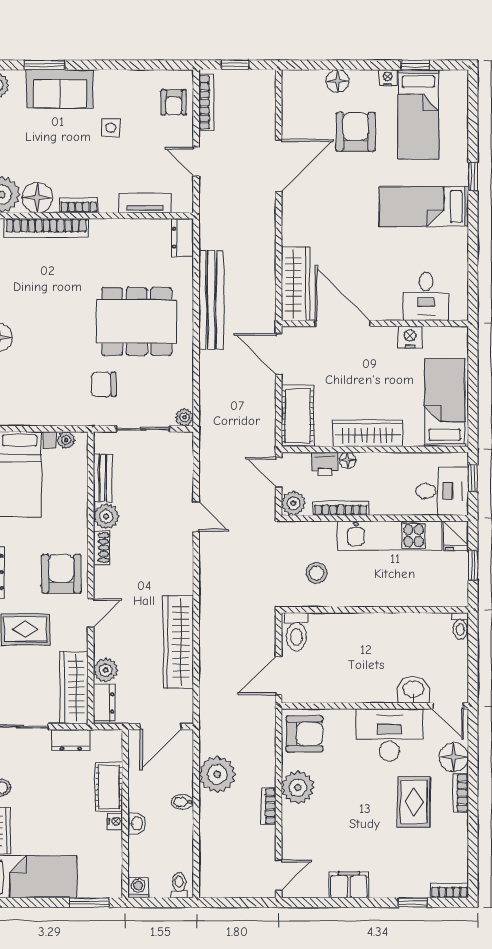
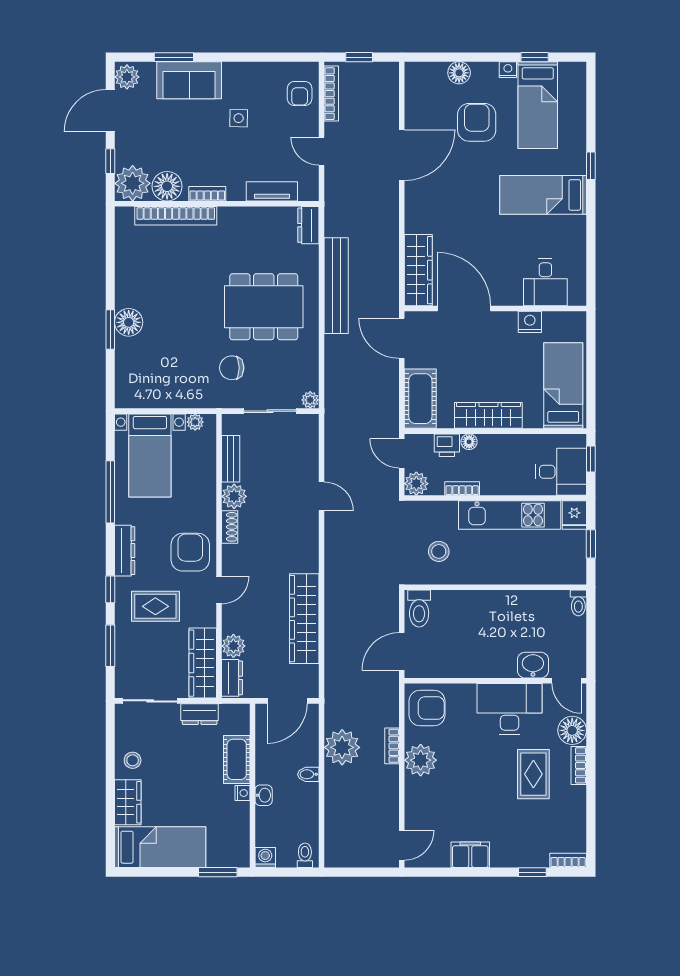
bookcase: (341, 508) -> (462, 488), width x0.64
bookcase: (268, 806) -> (392, 746), moved

